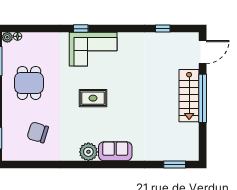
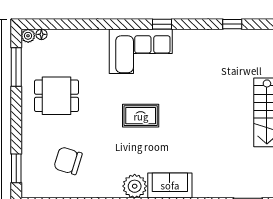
window: (81, 29) -> (162, 24), moved
dining table: (29, 83) -> (57, 96), turned 90

